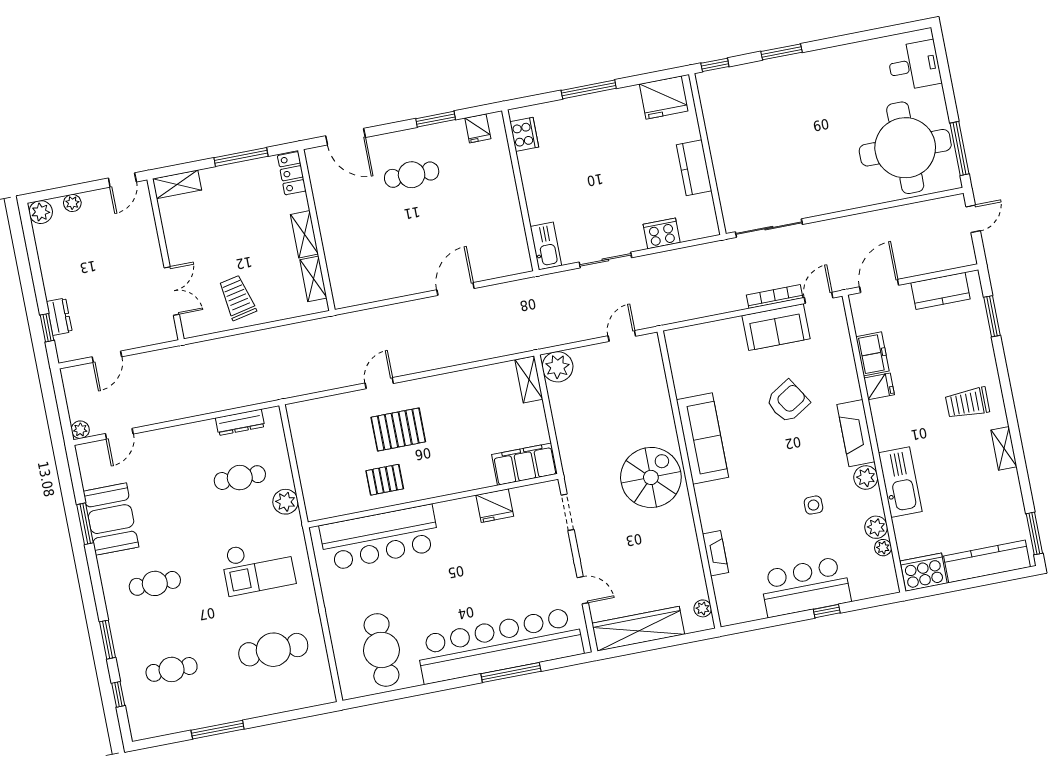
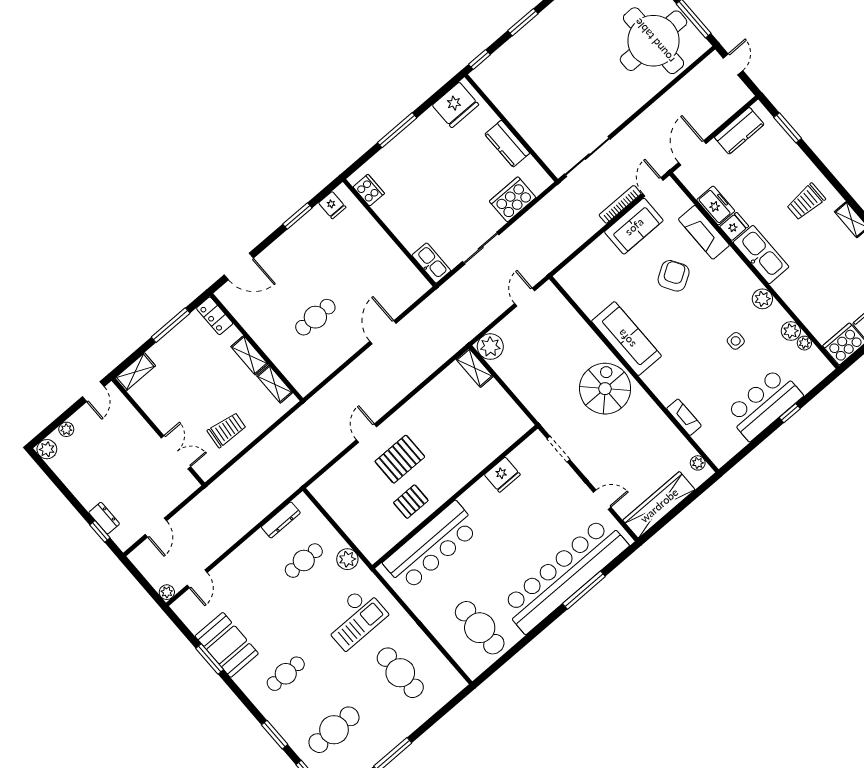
cafe table: (412, 175) -> (315, 317), moved
cooker: (662, 233) -> (513, 199), width x1.37, depth x1.31
trolley: (237, 298) -> (227, 430), turned 108
fireplace: (856, 433) -> (704, 232), moved
filing cabinet: (525, 464) -> (507, 432), removed
kitchen sink: (900, 482) -> (761, 255), moved
cafe table: (273, 650) -> (400, 673), turned 90
cafe table: (172, 669) -> (334, 730), width x1.37, depth x1.35

